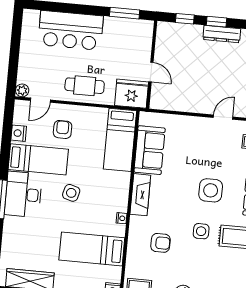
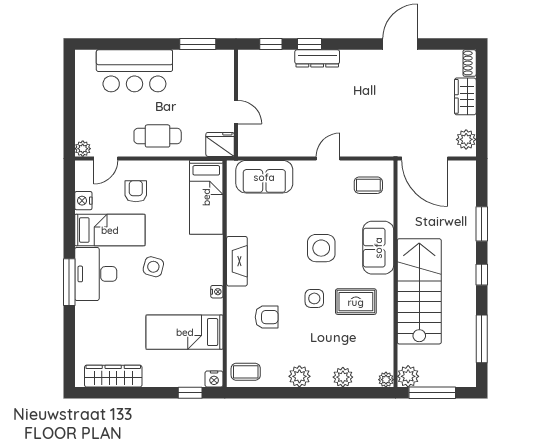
fridge: (132, 94) -> (220, 144), width x0.73, depth x0.75
sofa: (150, 150) -> (264, 177), moved, turned 90

